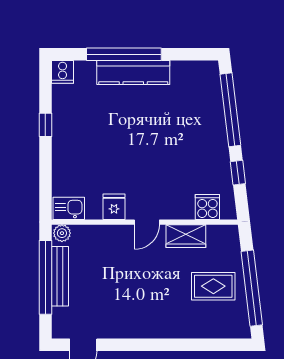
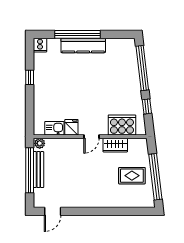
cooker: (207, 207) -> (122, 125), width x1.87, depth x1.31
kitchen sink: (69, 208) -> (54, 128), moved

